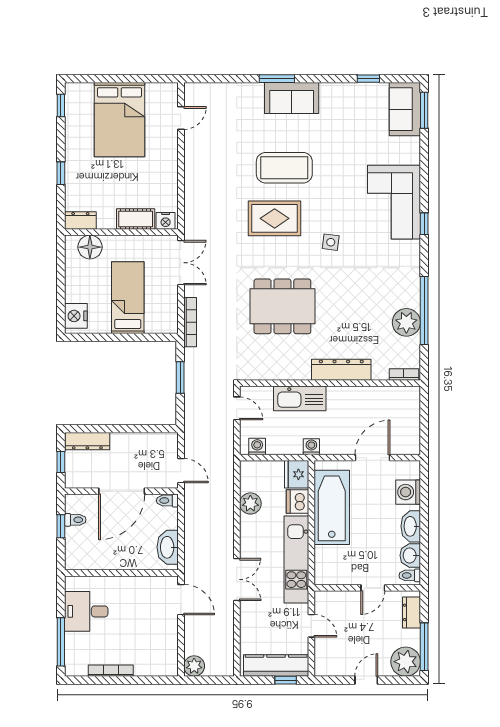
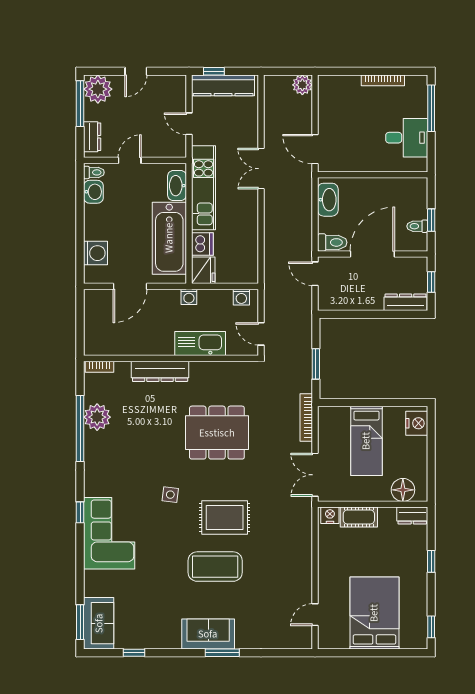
toilet: (167, 501) -> (332, 242), width x1.37, depth x1.39
plant: (250, 503) -> (248, 242), removed
washbasin: (411, 526) -> (177, 186), moved, turned 180

